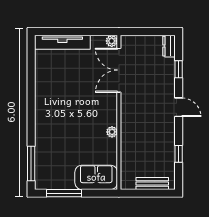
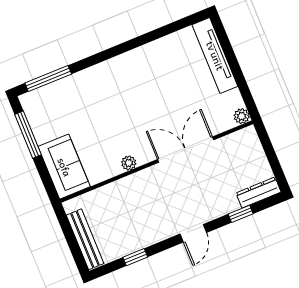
dresser: (169, 46) -> (259, 192), width x1.44
double door: (119, 70) -> (186, 150), moved
bench: (152, 183) -> (85, 239), width x1.36

